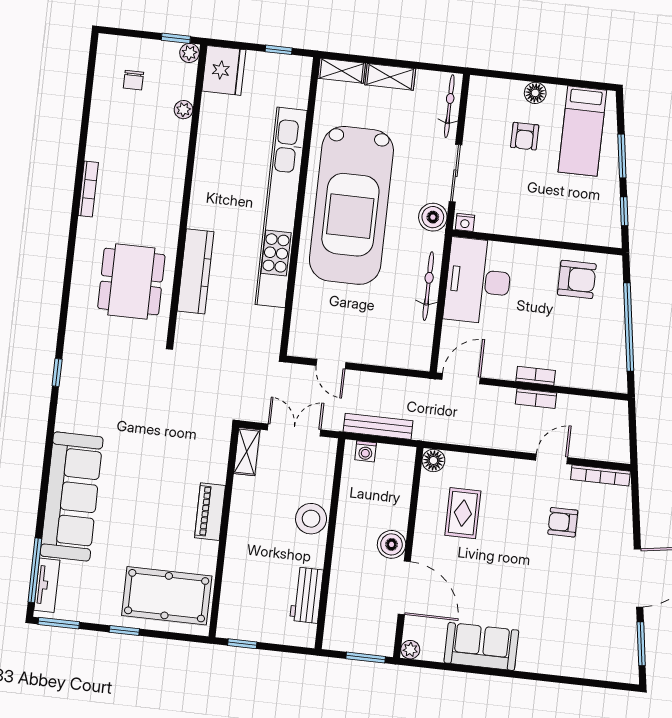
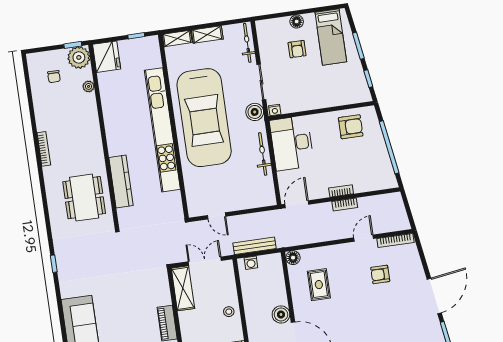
plant: (189, 53) -> (79, 57), width x1.88, depth x1.88
shelving: (247, 452) -> (183, 288), width x1.50, depth x1.33
stool: (311, 519) -> (229, 312), width x0.53, depth x0.53

